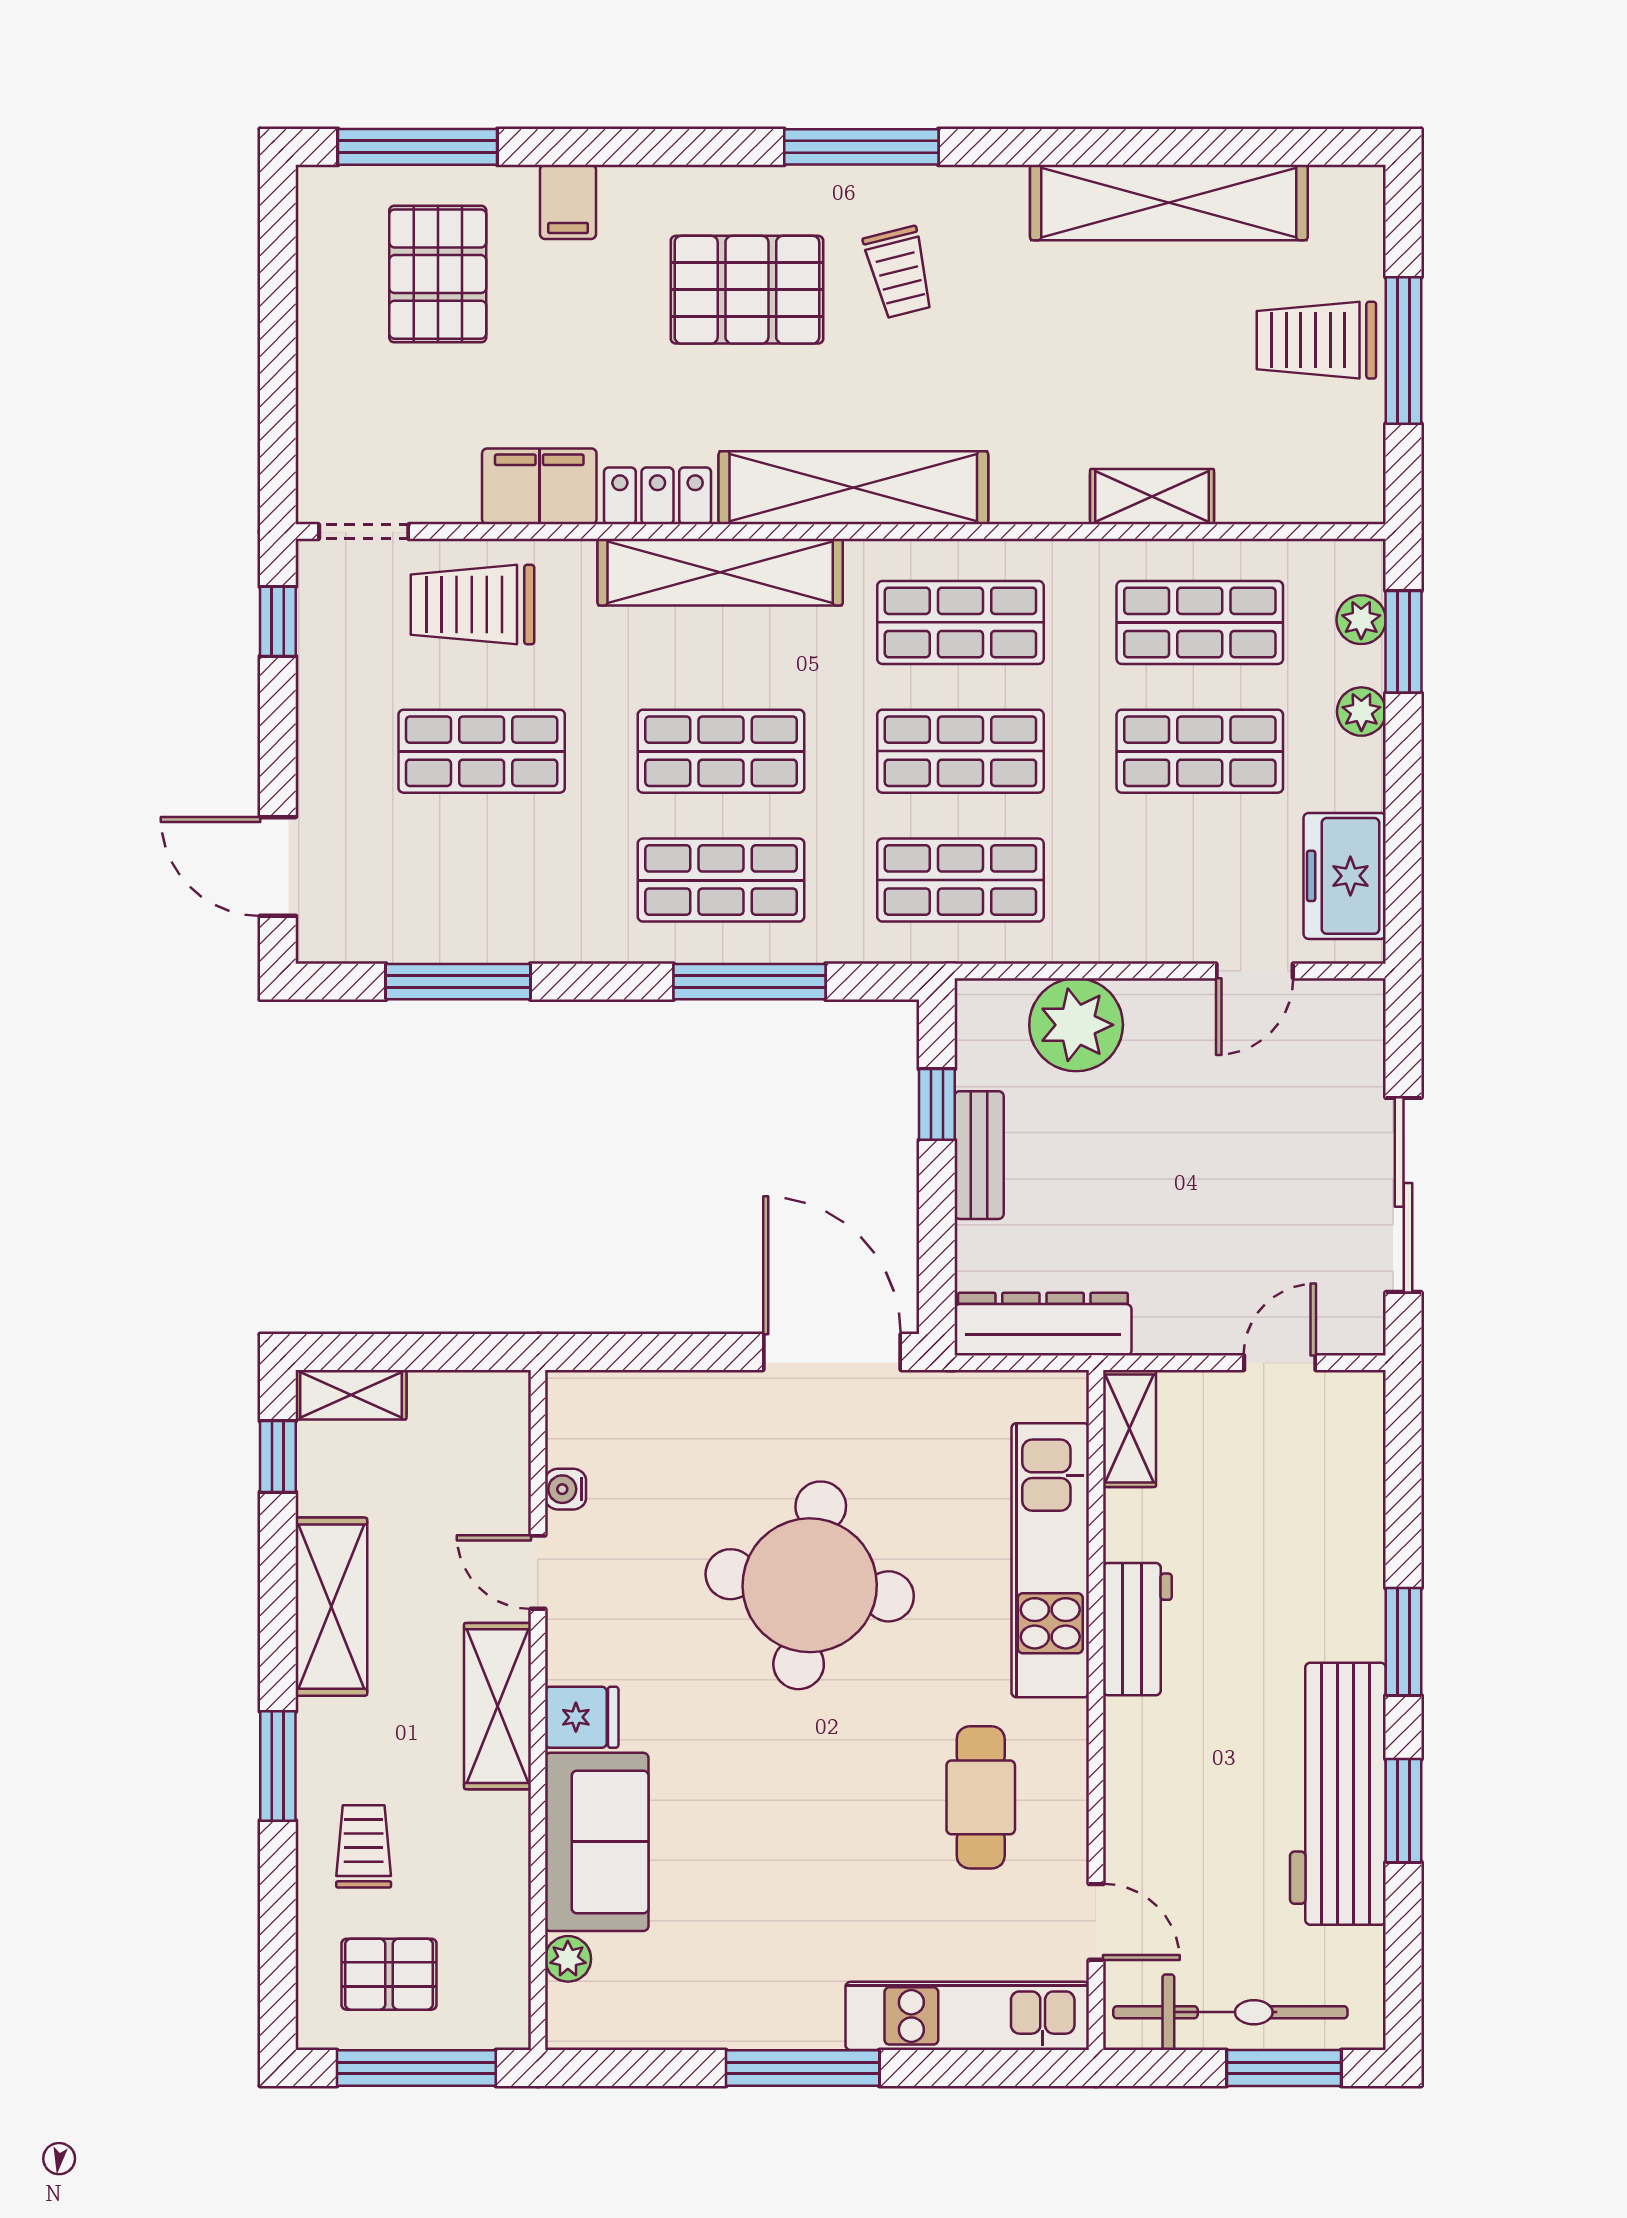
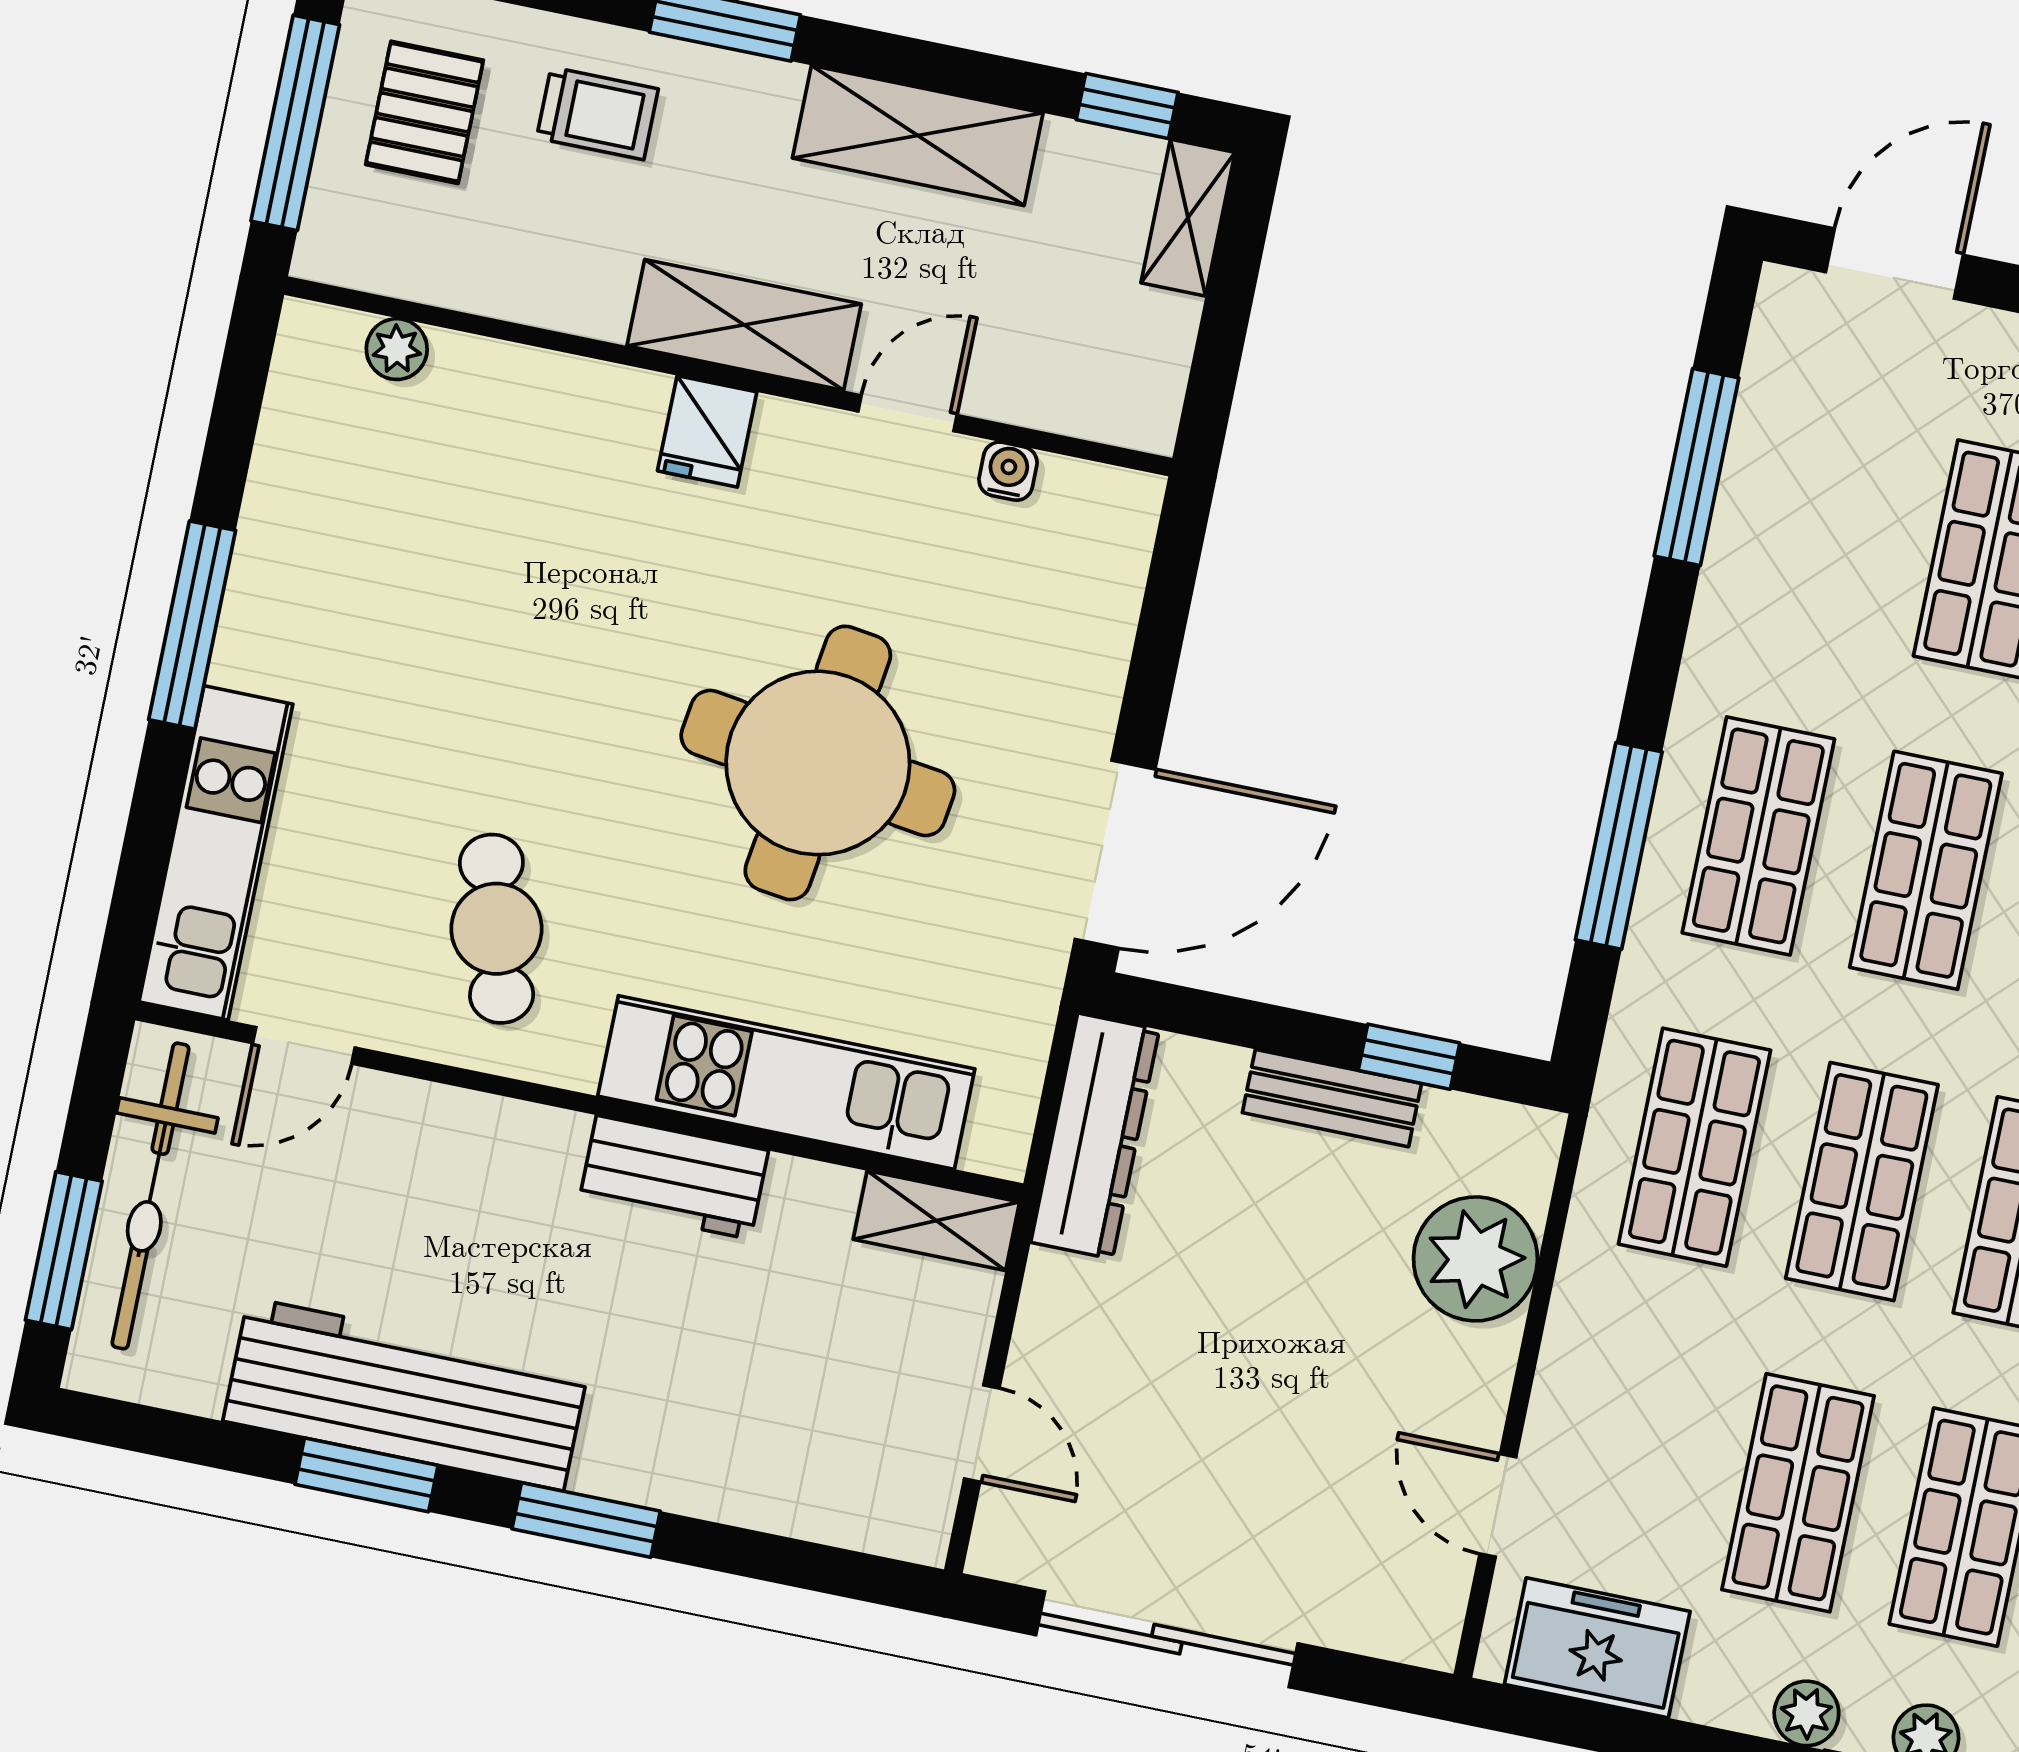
cafe table: (981, 1797) -> (496, 929), turned 74
sofa: (597, 1842) -> (541, 418), removed

